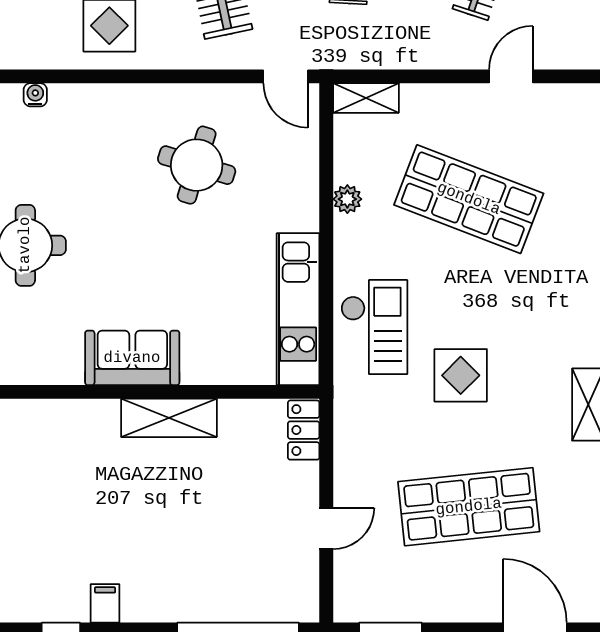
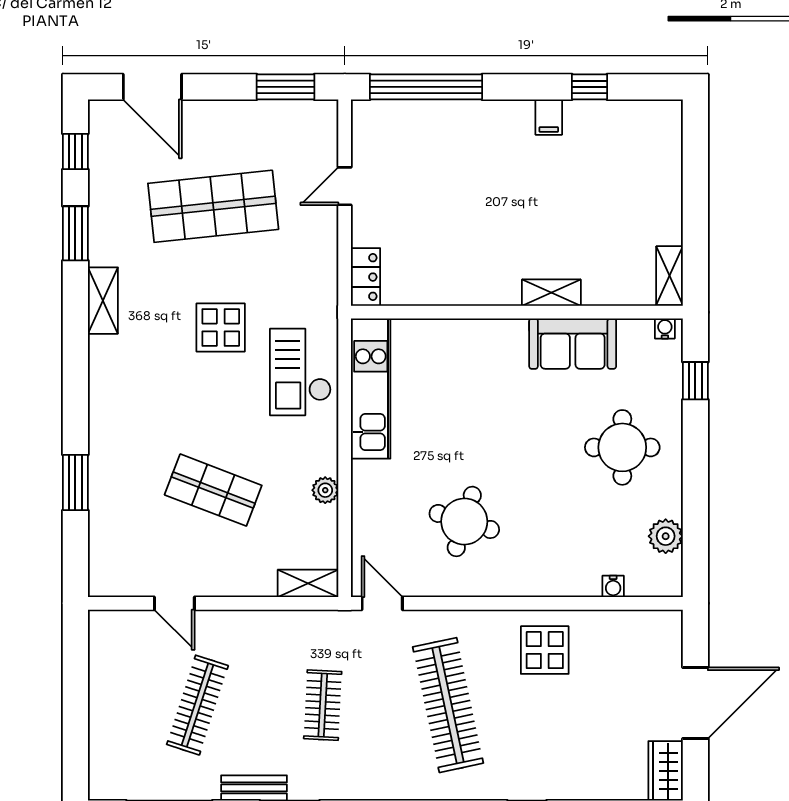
door: (511, 76) -> (174, 603), hinge flipped
shop shelf: (469, 199) -> (213, 490), width x0.70, depth x0.74
sofa: (132, 358) -> (573, 344), moved
shelving: (169, 418) -> (551, 293), moved, width x0.67, depth x0.75

